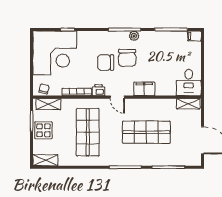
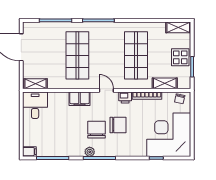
shelving: (48, 104) -> (165, 83), moved
shop shelf: (146, 132) -> (77, 55), turned 90

